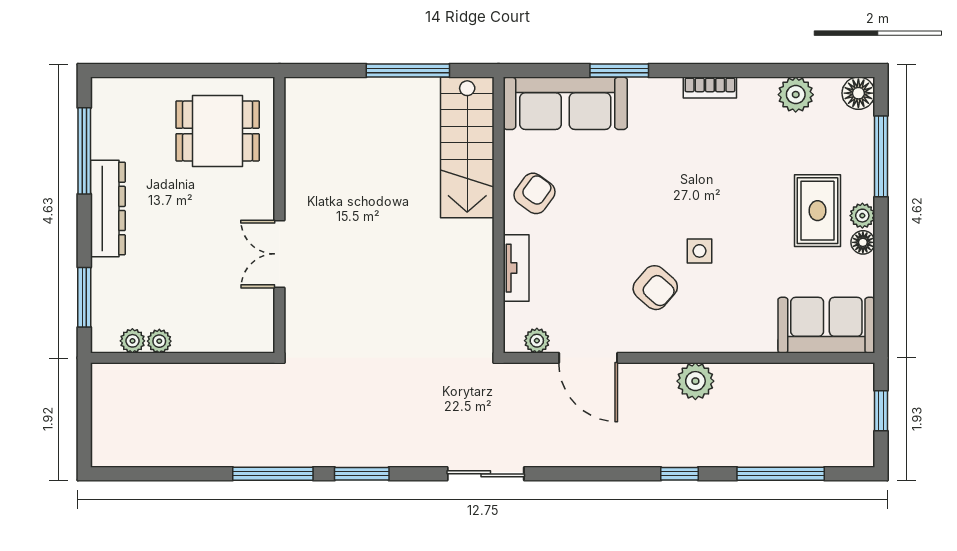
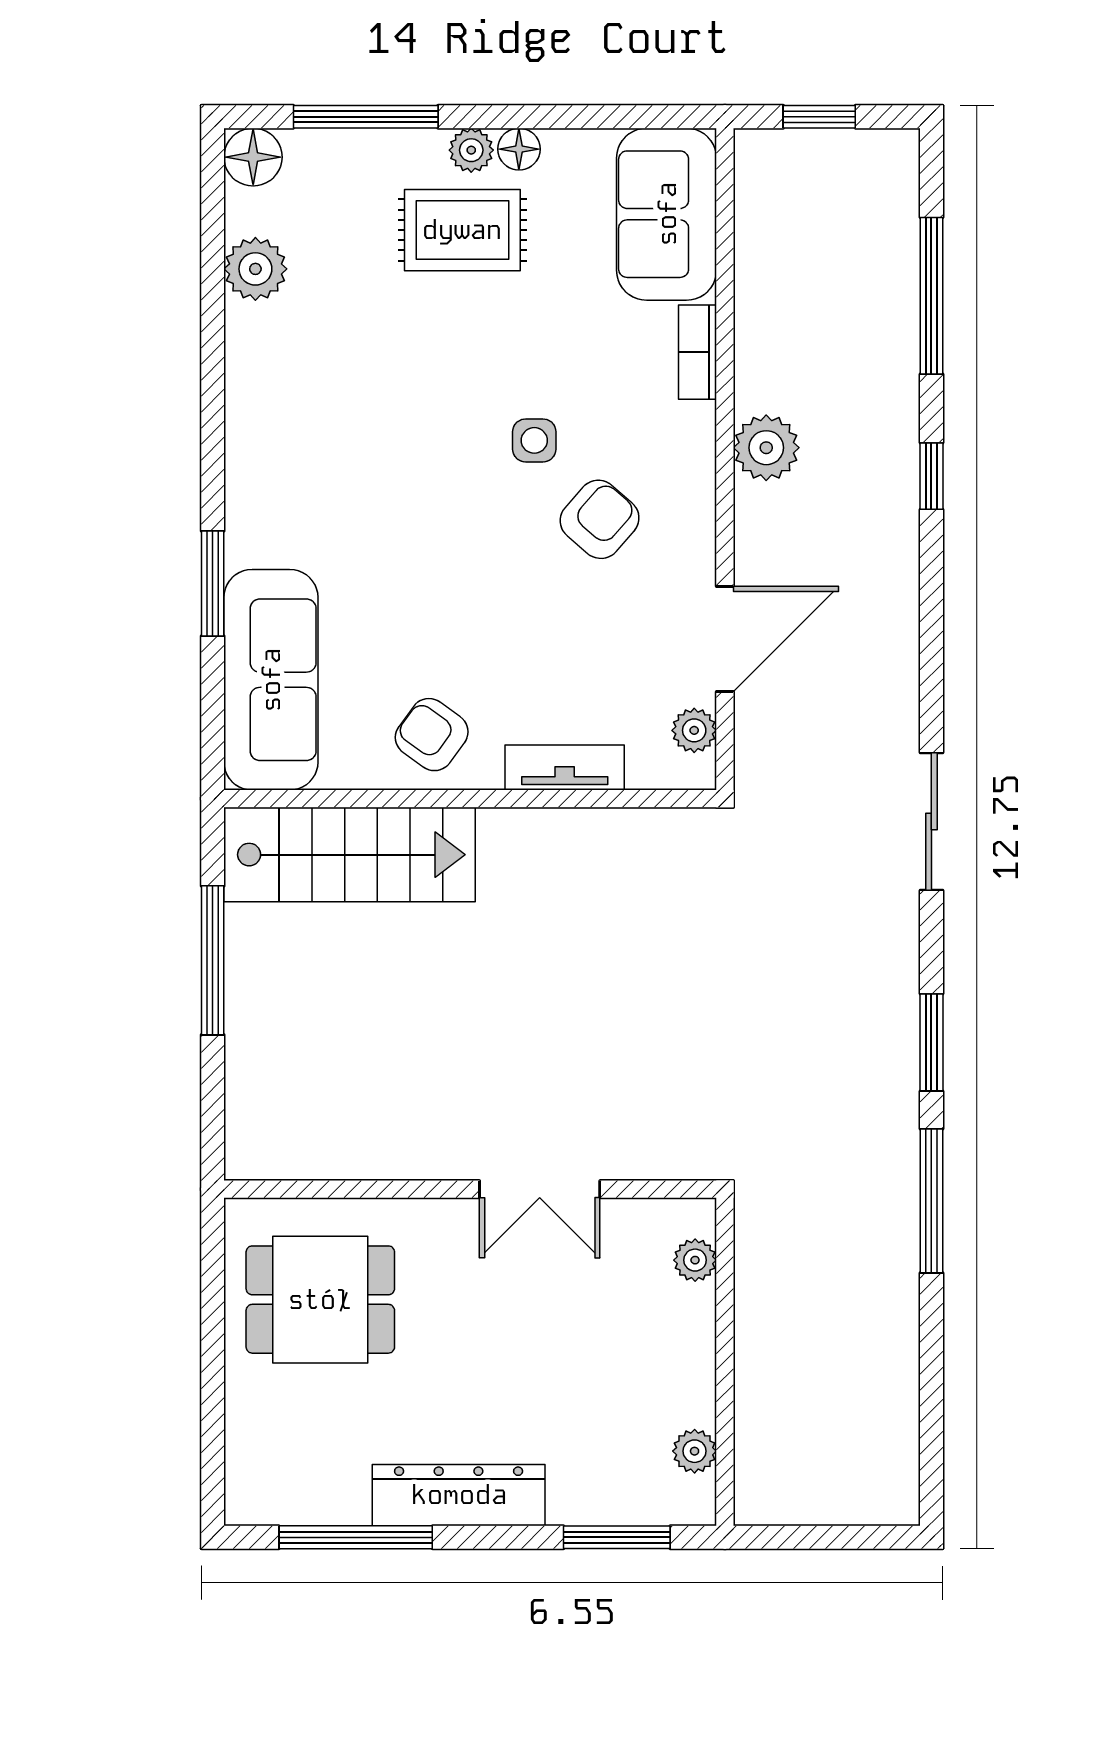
bookcase: (710, 88) -> (697, 352), moved, turned 180
dining table: (218, 131) -> (320, 1300), turned 90
plant: (159, 341) -> (695, 1260), moved

